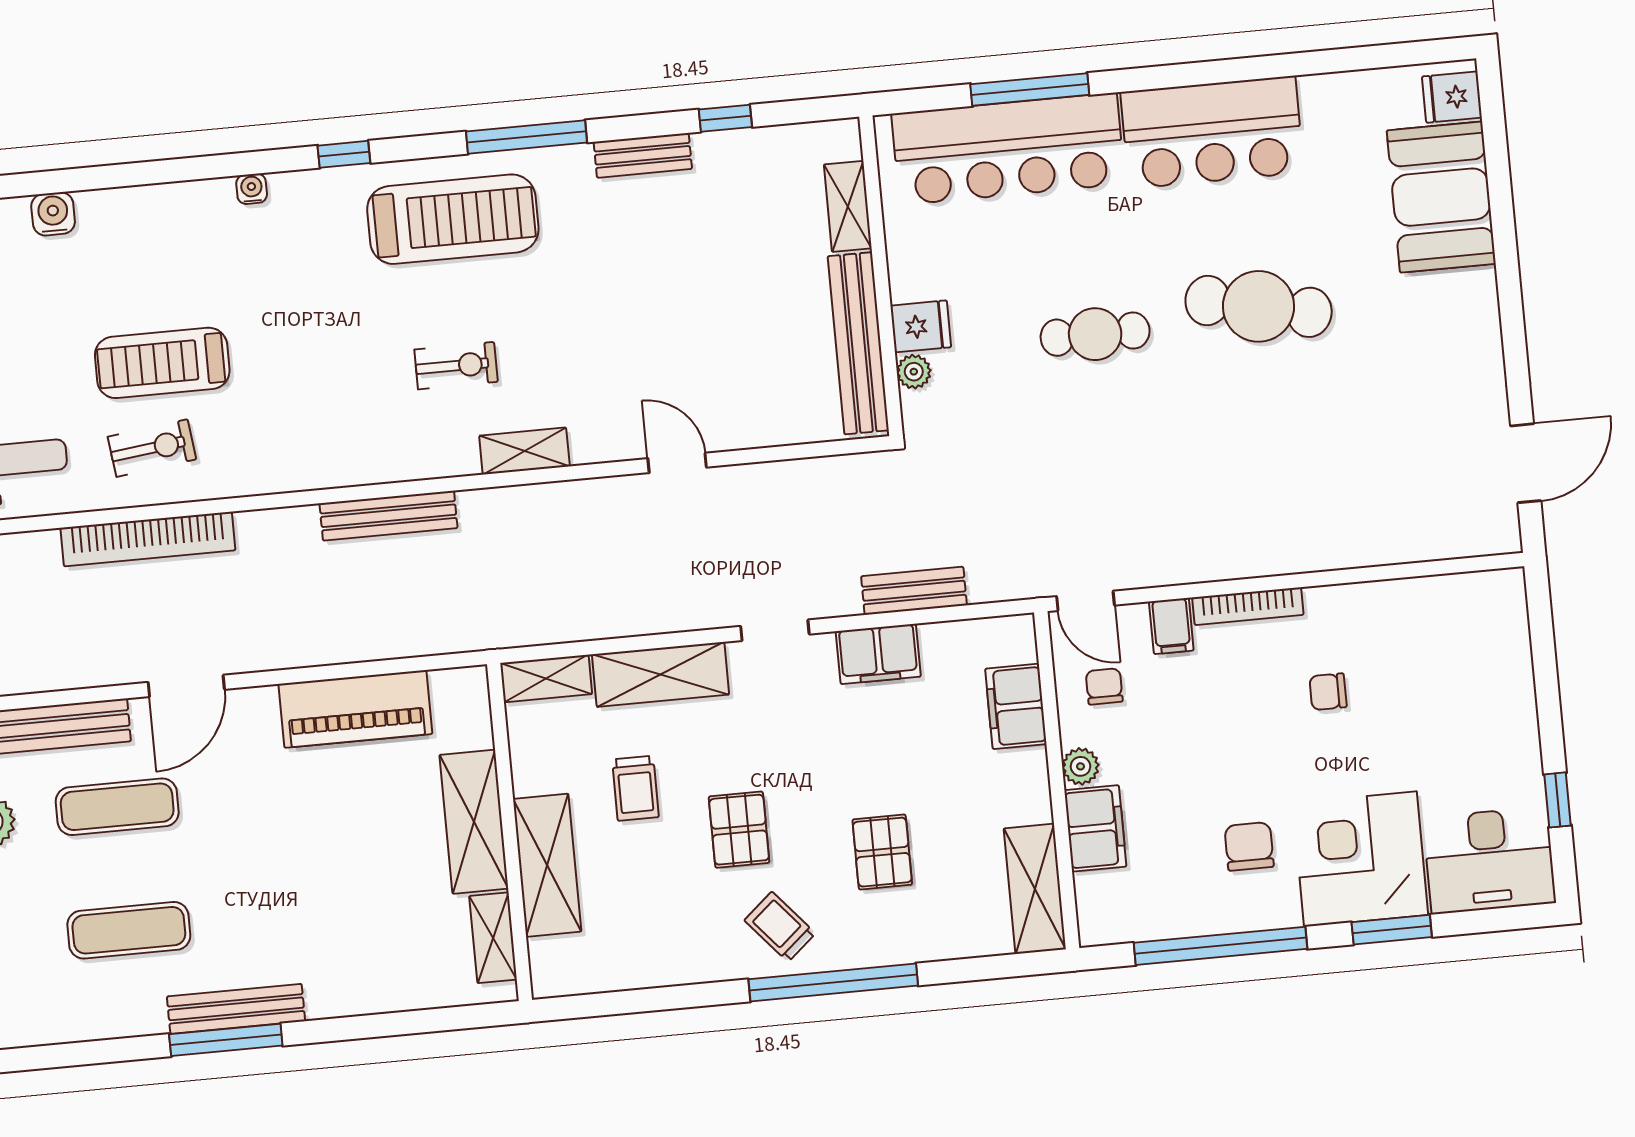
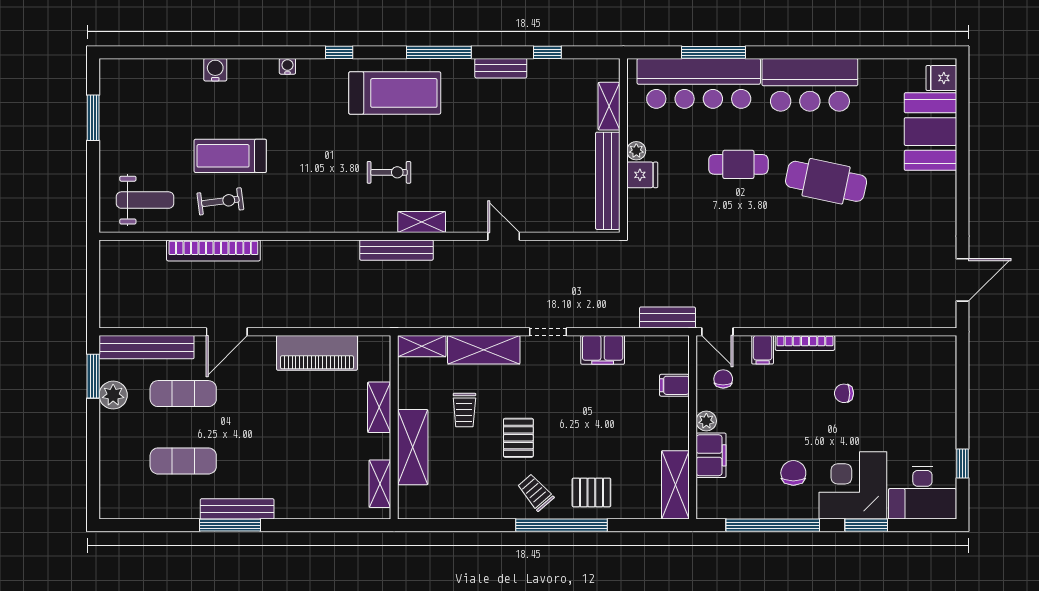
water cooler: (53, 214) -> (215, 70), moved
cafe table: (1095, 334) -> (738, 164), moved
plant: (914, 372) -> (636, 151), moved
bench: (388, 516) -> (396, 250), moved
bench: (914, 591) -> (667, 318), moved
filing cabinet: (1016, 706) -> (674, 385), width x0.50
shelving: (474, 822) -> (379, 407), width x0.67, depth x0.75
pallet: (882, 852) -> (591, 492), moved, turned 90

